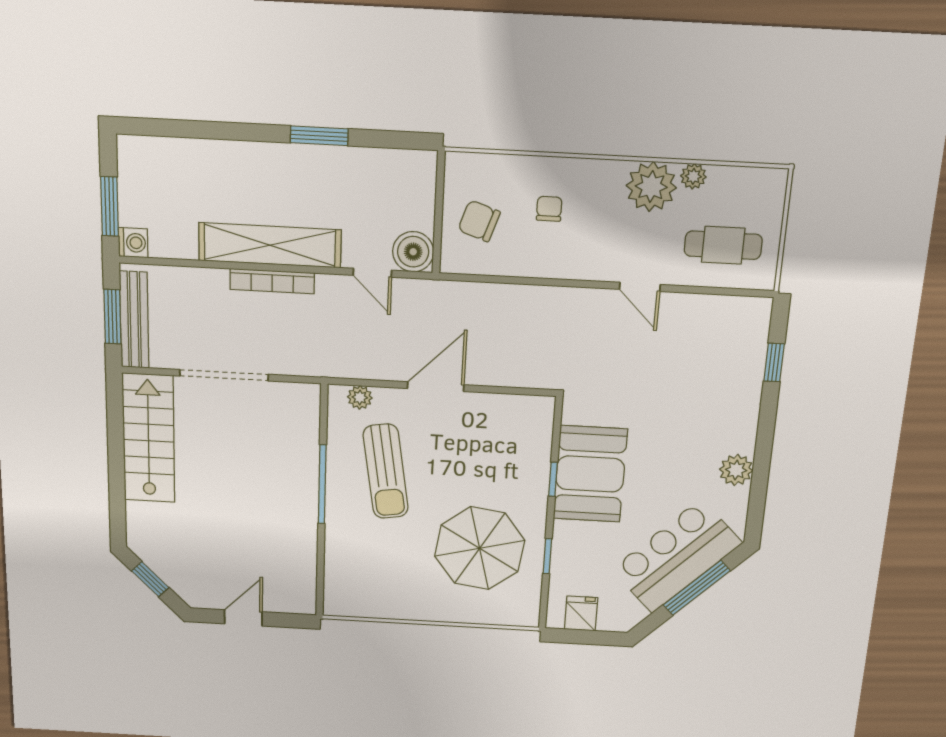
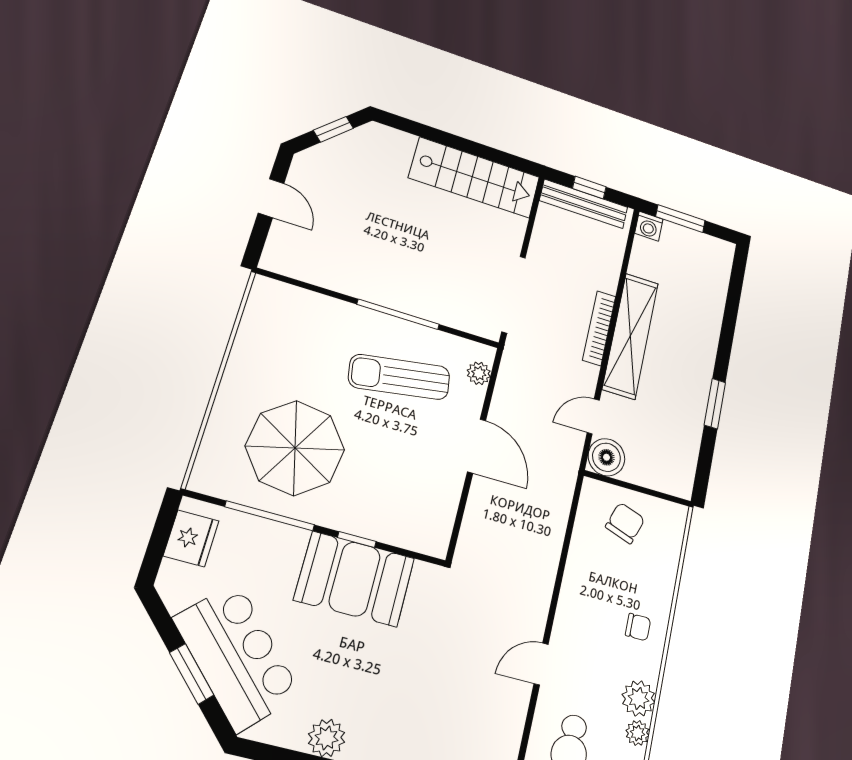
plant: (651, 187) -> (638, 698), width x0.73, depth x0.73
chair: (549, 209) -> (638, 627), moved
window: (112, 317) -> (589, 188), width x0.67
doorway: (224, 375) -> (513, 294), moved
window: (547, 556) -> (270, 516), width x2.17
window: (697, 588) -> (192, 674), width x0.69
fridge: (581, 614) -> (191, 538), width x1.38

